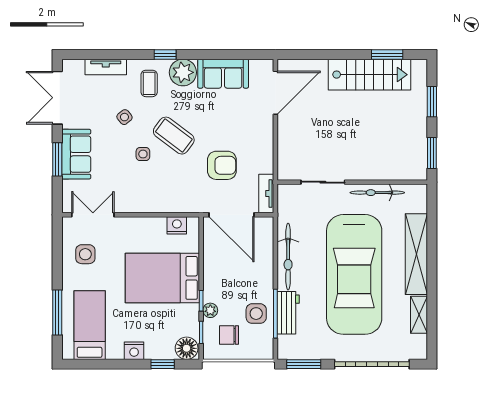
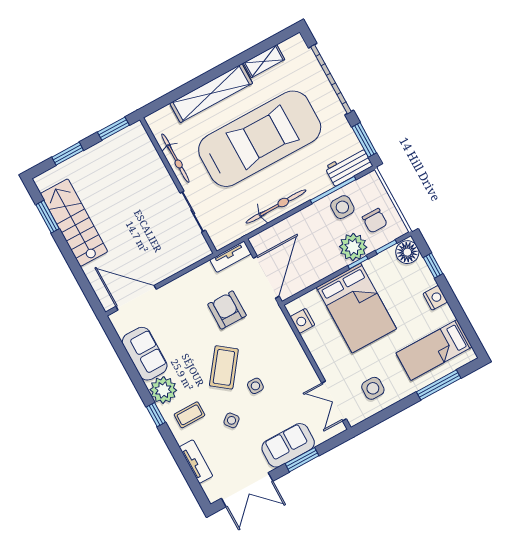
plant: (210, 310) -> (353, 247), width x1.87, depth x1.87
workbench: (288, 313) -> (349, 166), moved

